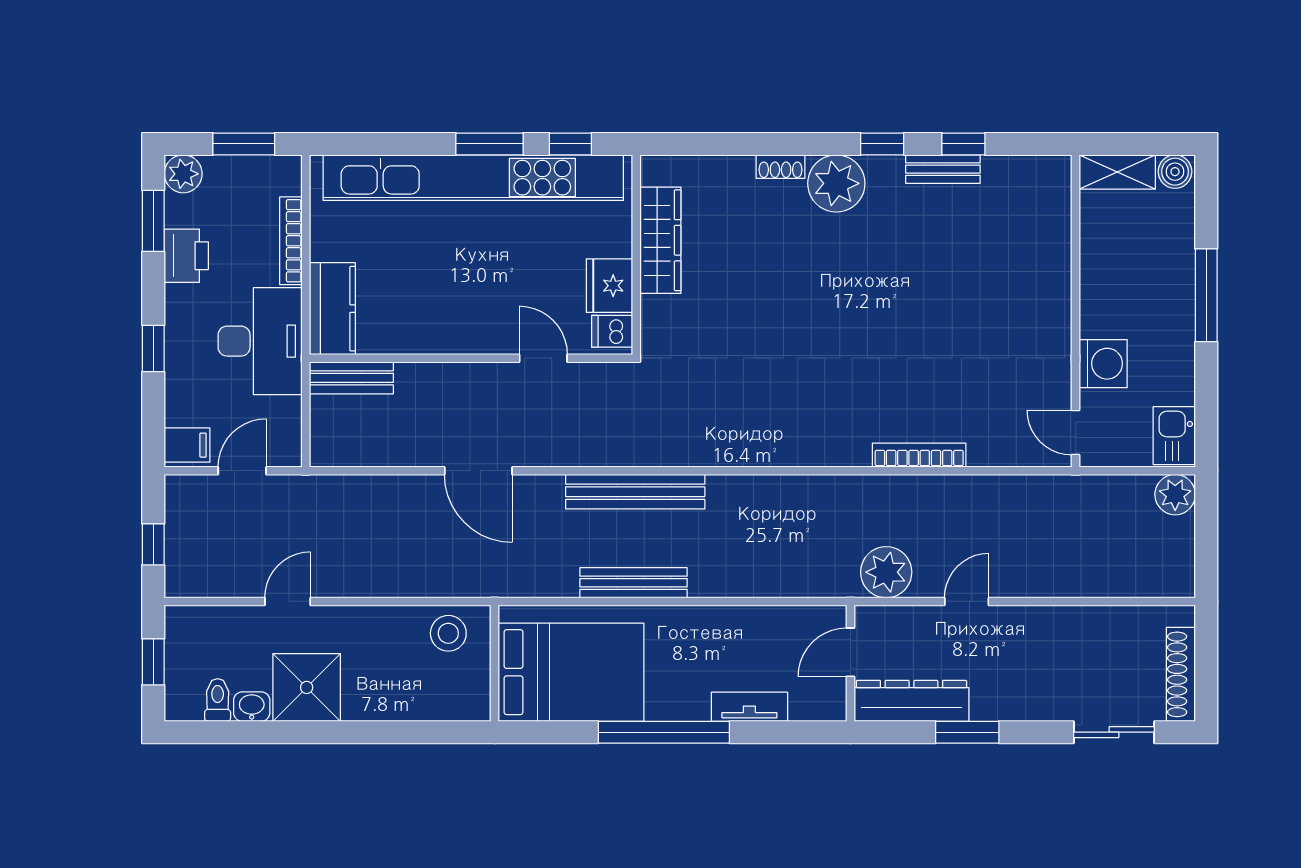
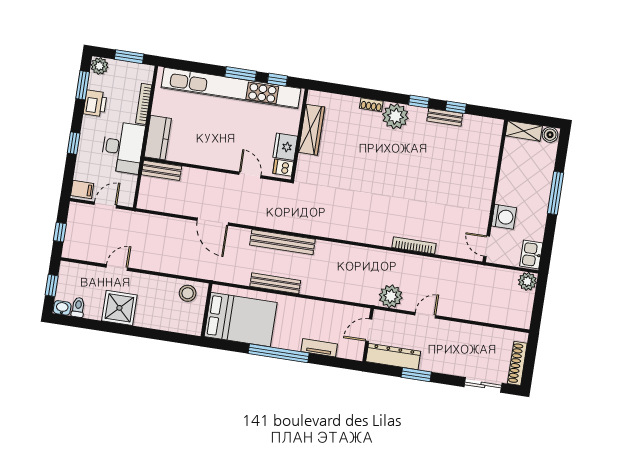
washbasin: (252, 707) -> (62, 308), moved

